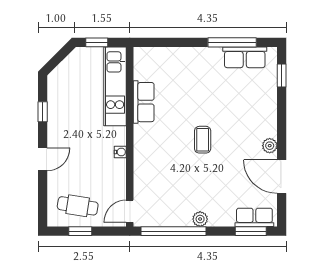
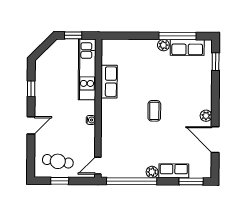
plant: (214, 54) -> (163, 45), added
row of seats: (254, 217) -> (174, 171), moved

